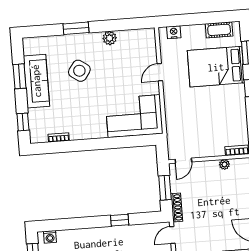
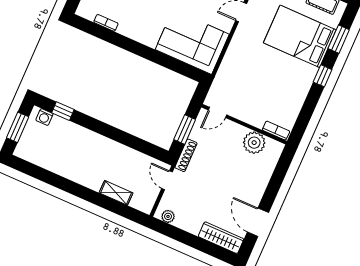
plant: (224, 164) -> (254, 143), width x1.88, depth x1.88
window: (120, 220) -> (63, 111), moved
door: (172, 235) -> (167, 180), hinge flipped

